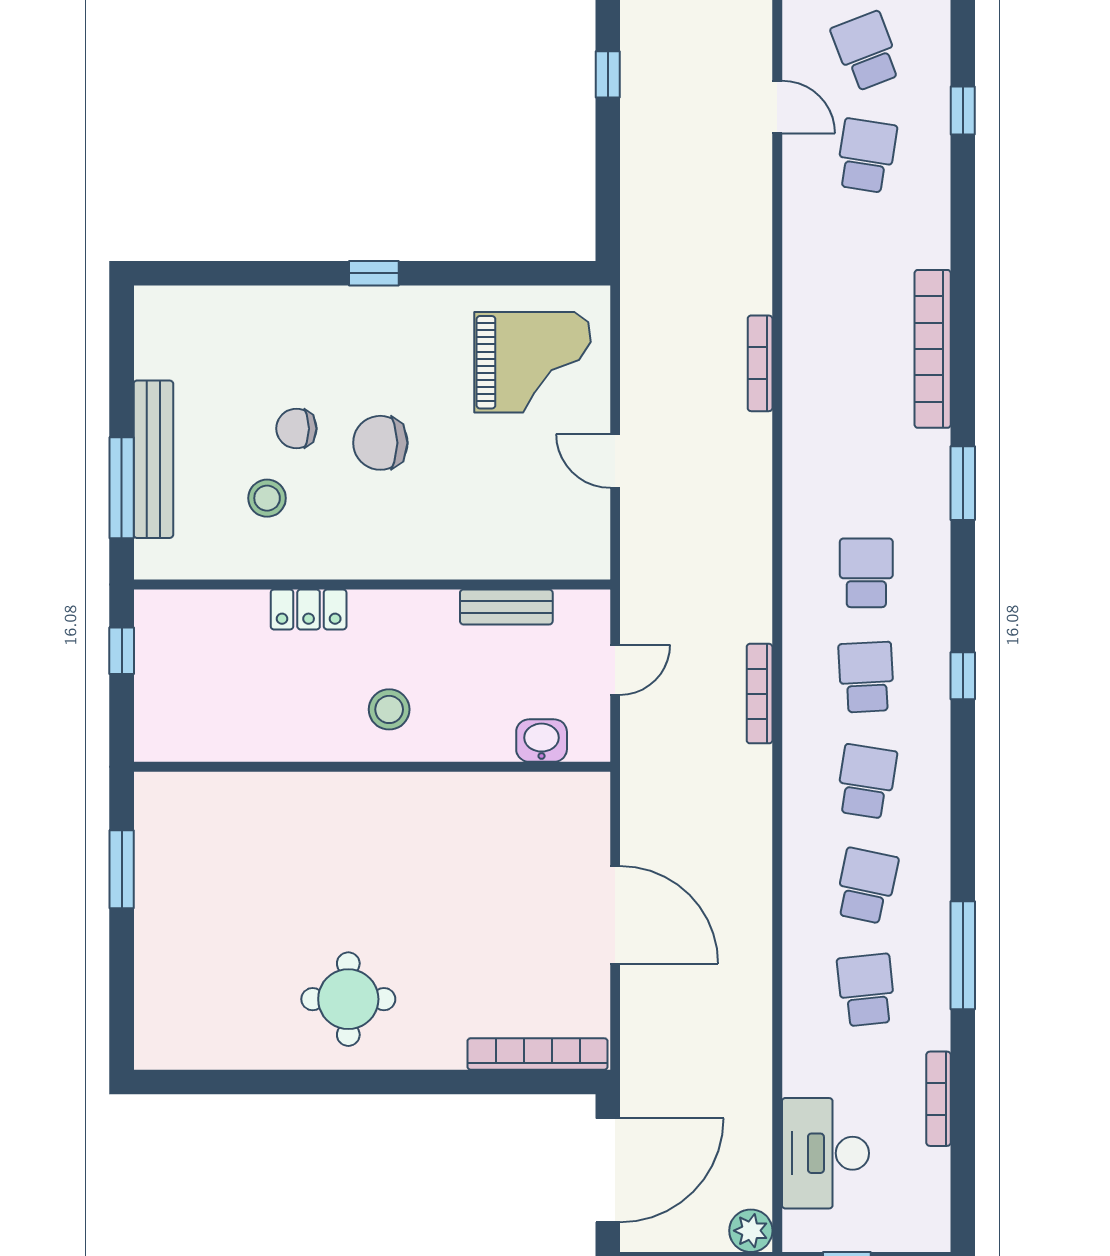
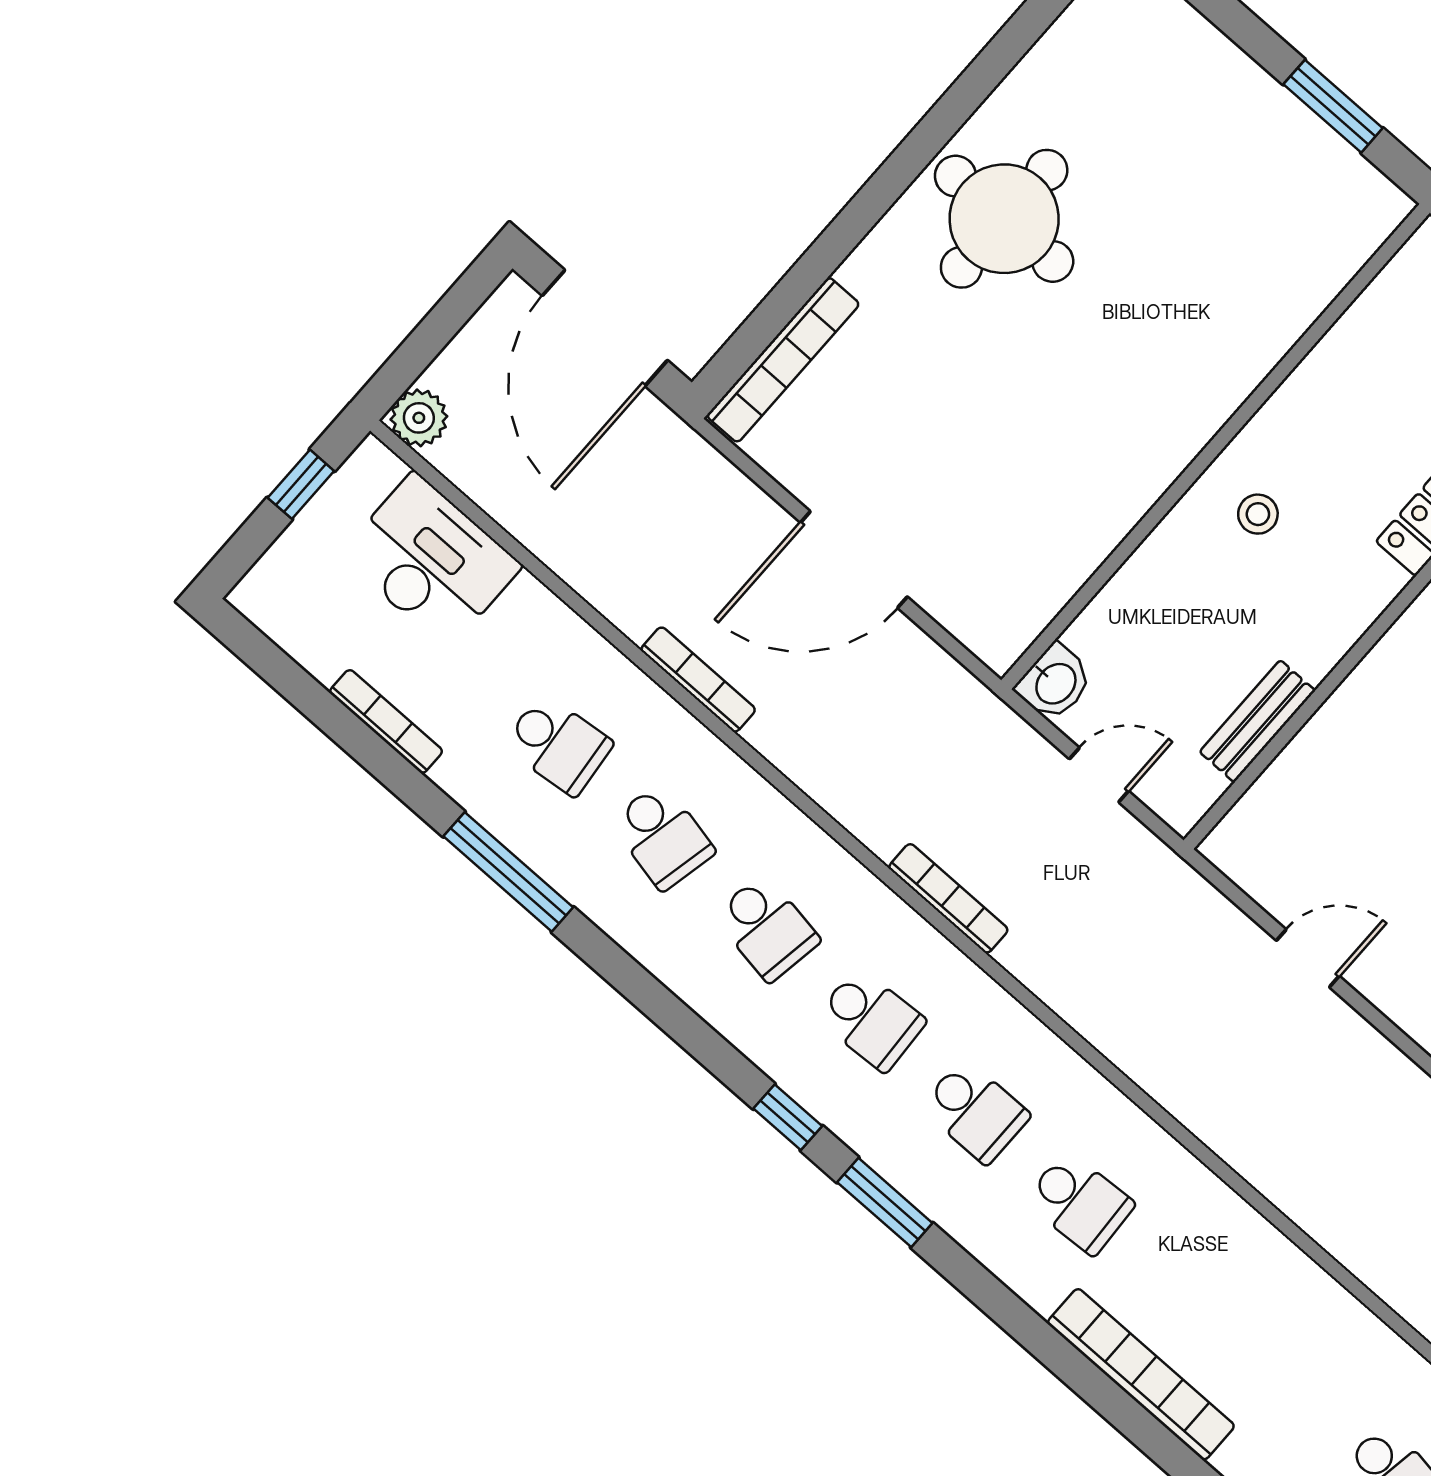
bookcase: (760, 363) -> (698, 680), moved
school desk: (866, 469) -> (1080, 1203), added
window: (963, 483) -> (885, 1203), moved
door: (615, 670) -> (1099, 775), swing flipped
stool: (389, 709) -> (1258, 514), width x0.73, depth x0.73
washbasin: (542, 741) -> (1055, 683), moved
round table: (348, 999) -> (1004, 219), width x1.36, depth x1.36

